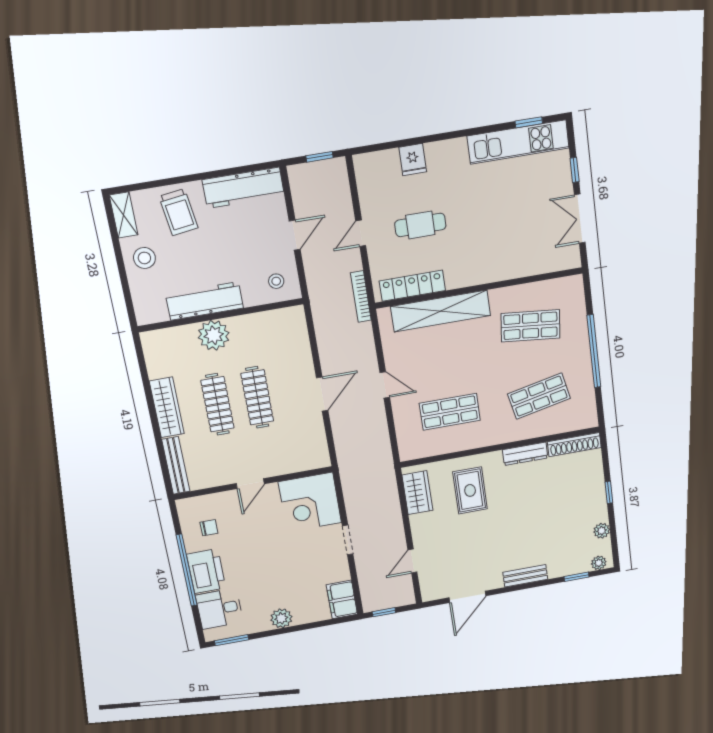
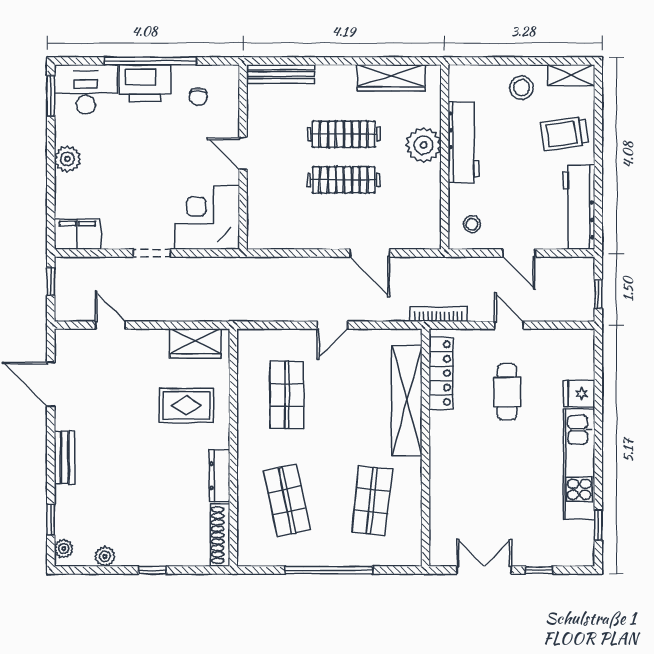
kitchen unit: (518, 142) -> (579, 464), moved
door: (322, 394) -> (370, 253), moved
wardrobe: (167, 407) -> (391, 78), moved
desk: (219, 609) -> (86, 89), width x1.37

